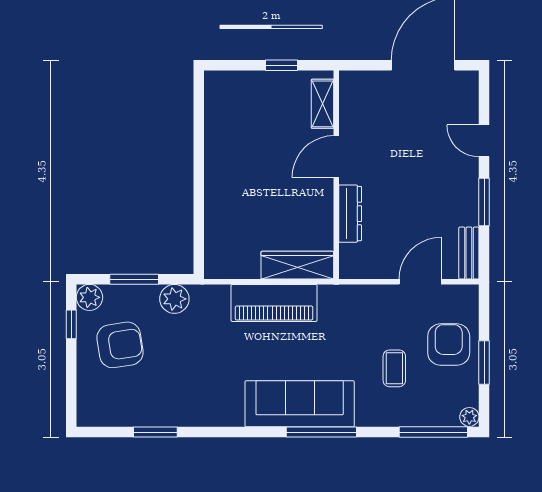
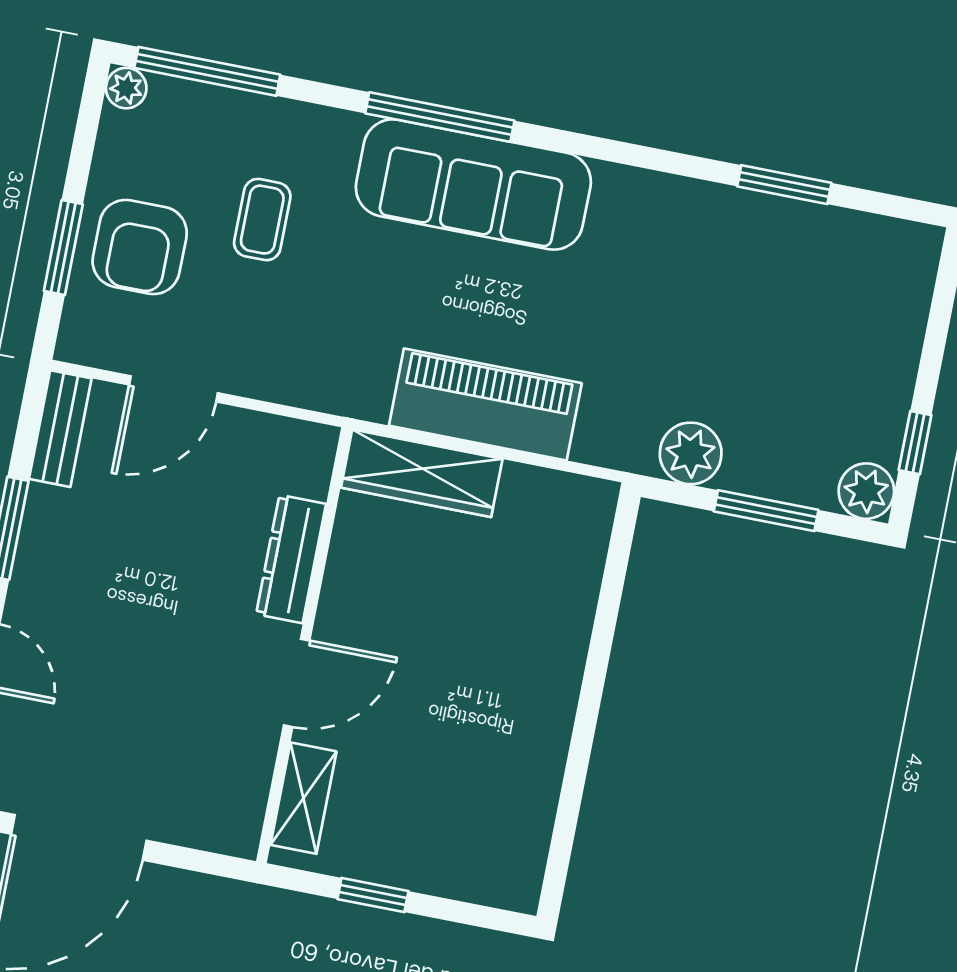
armchair: (120, 345) -> (822, 380), removed
window: (484, 362) -> (63, 248), moved

